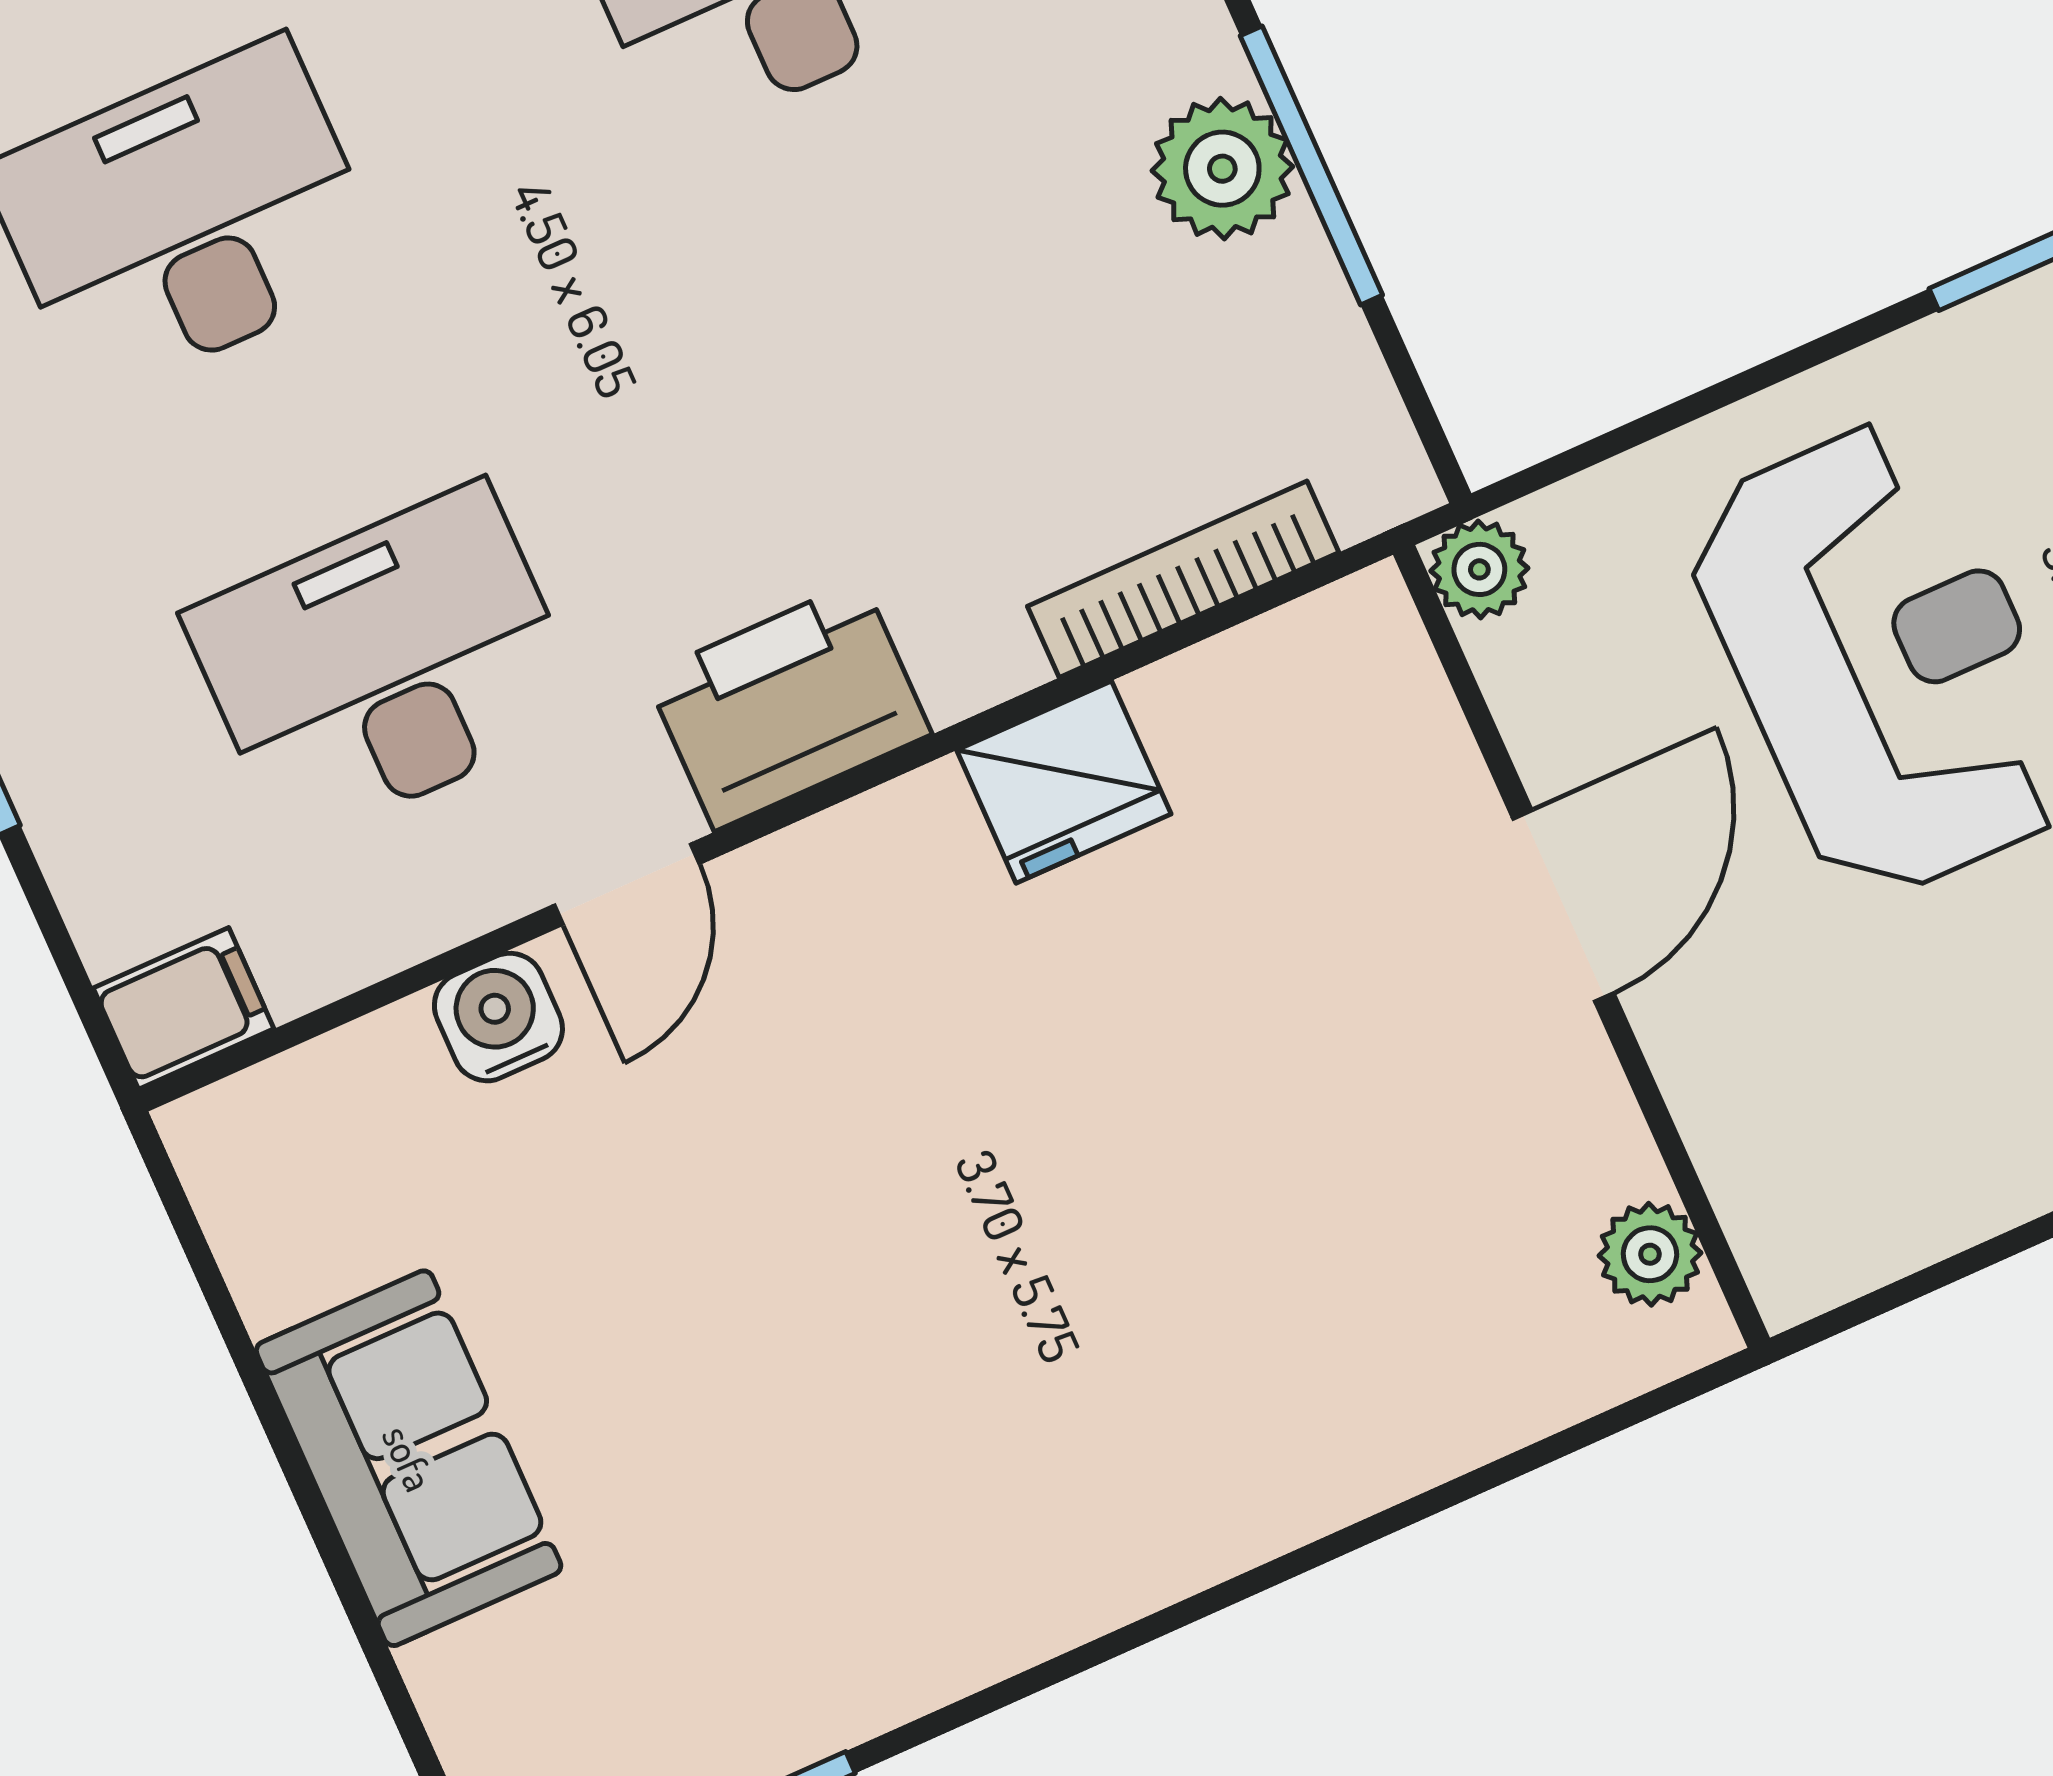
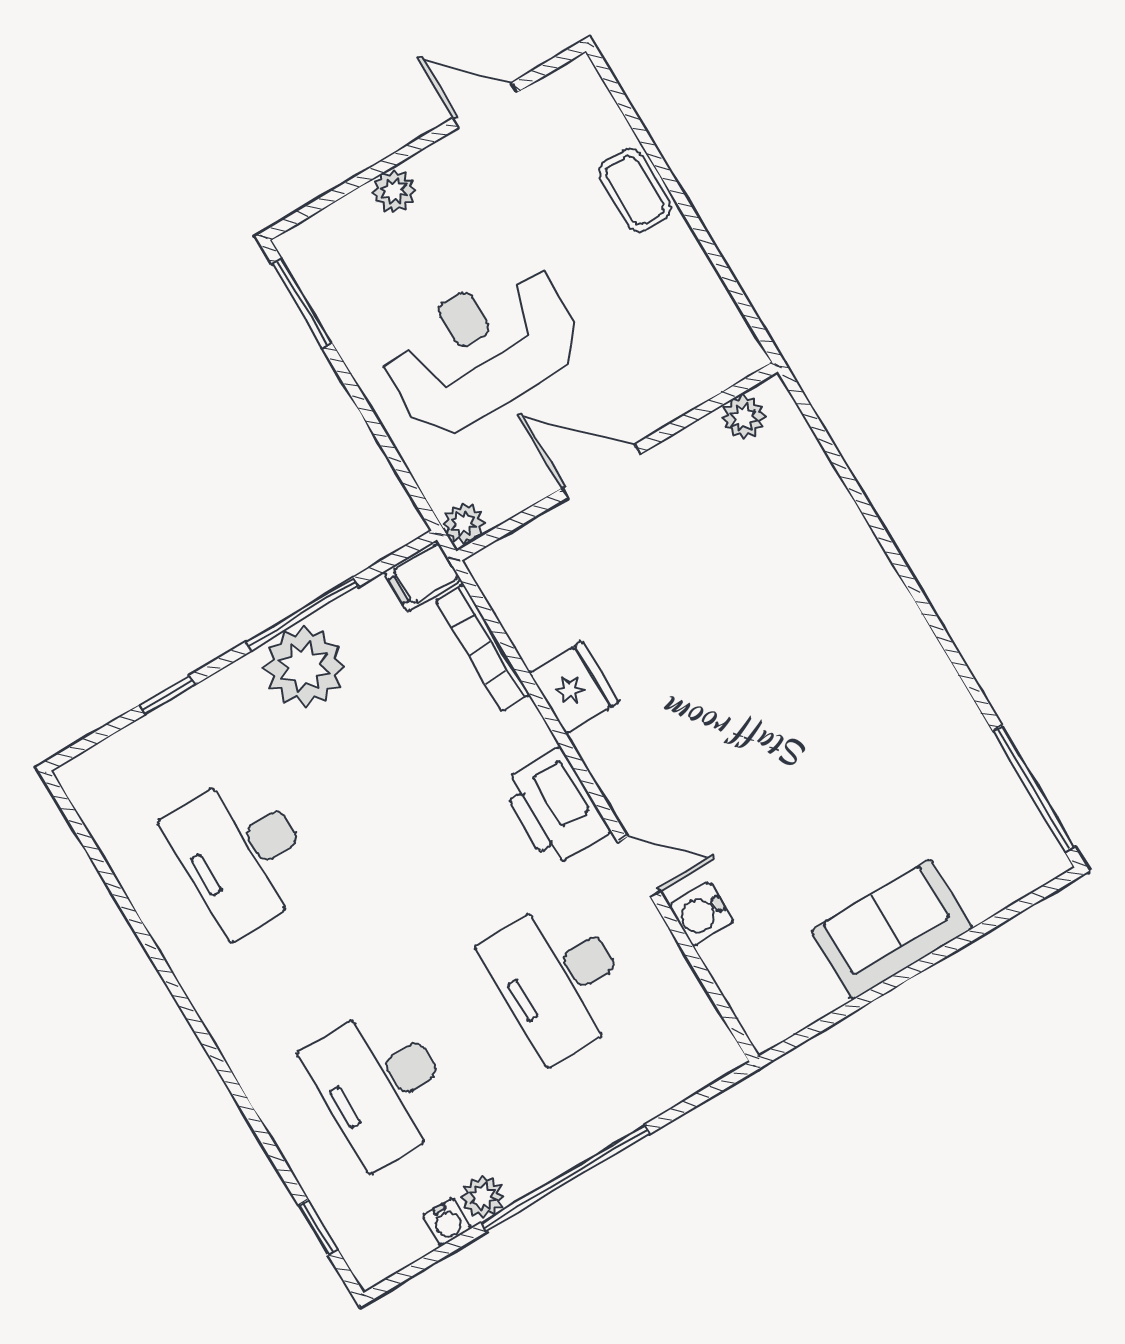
plant: (1222, 169) -> (304, 667), width x1.36, depth x1.36
filing cabinet: (184, 1008) -> (422, 576), moved, turned -90

